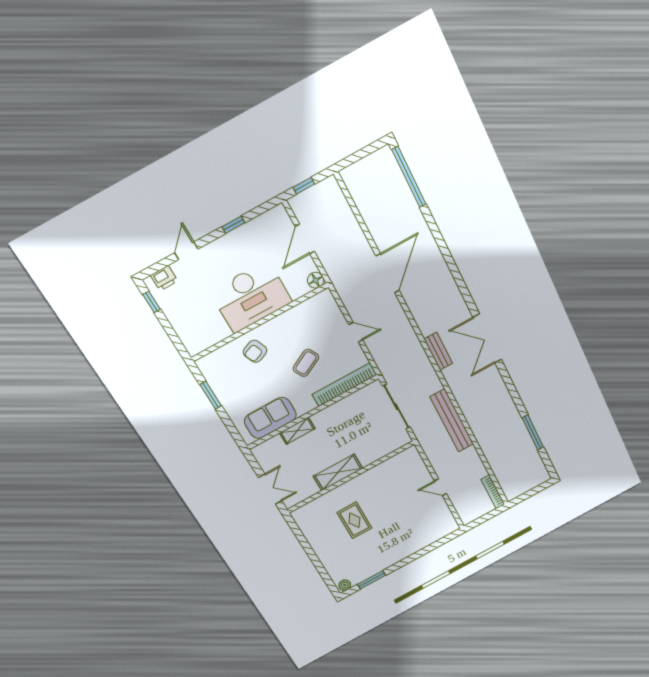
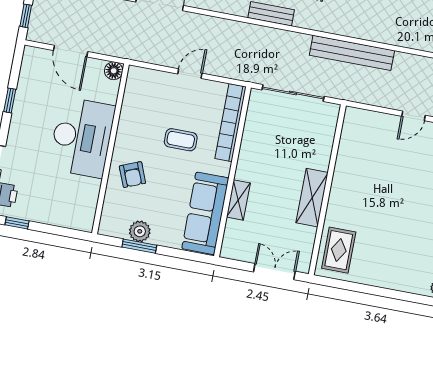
coffee table: (306, 363) -> (181, 140), turned -62
plant: (221, 387) -> (140, 231), added
sofa: (270, 418) -> (205, 213), width x1.36
rug: (354, 520) -> (339, 250), moved, turned 90

